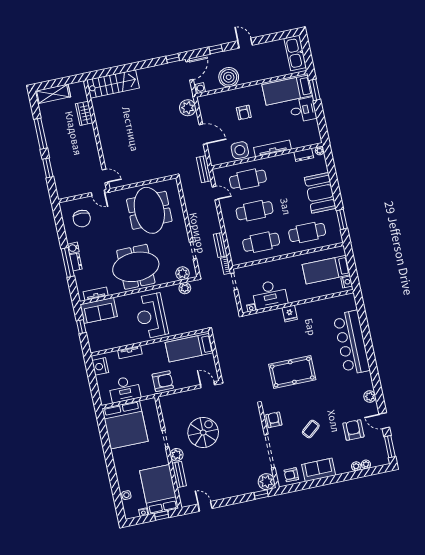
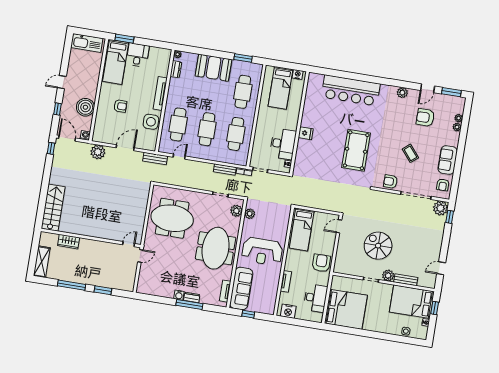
chair: (82, 219) -> (157, 278), removed
sofa: (99, 310) -> (241, 289), width x1.36

